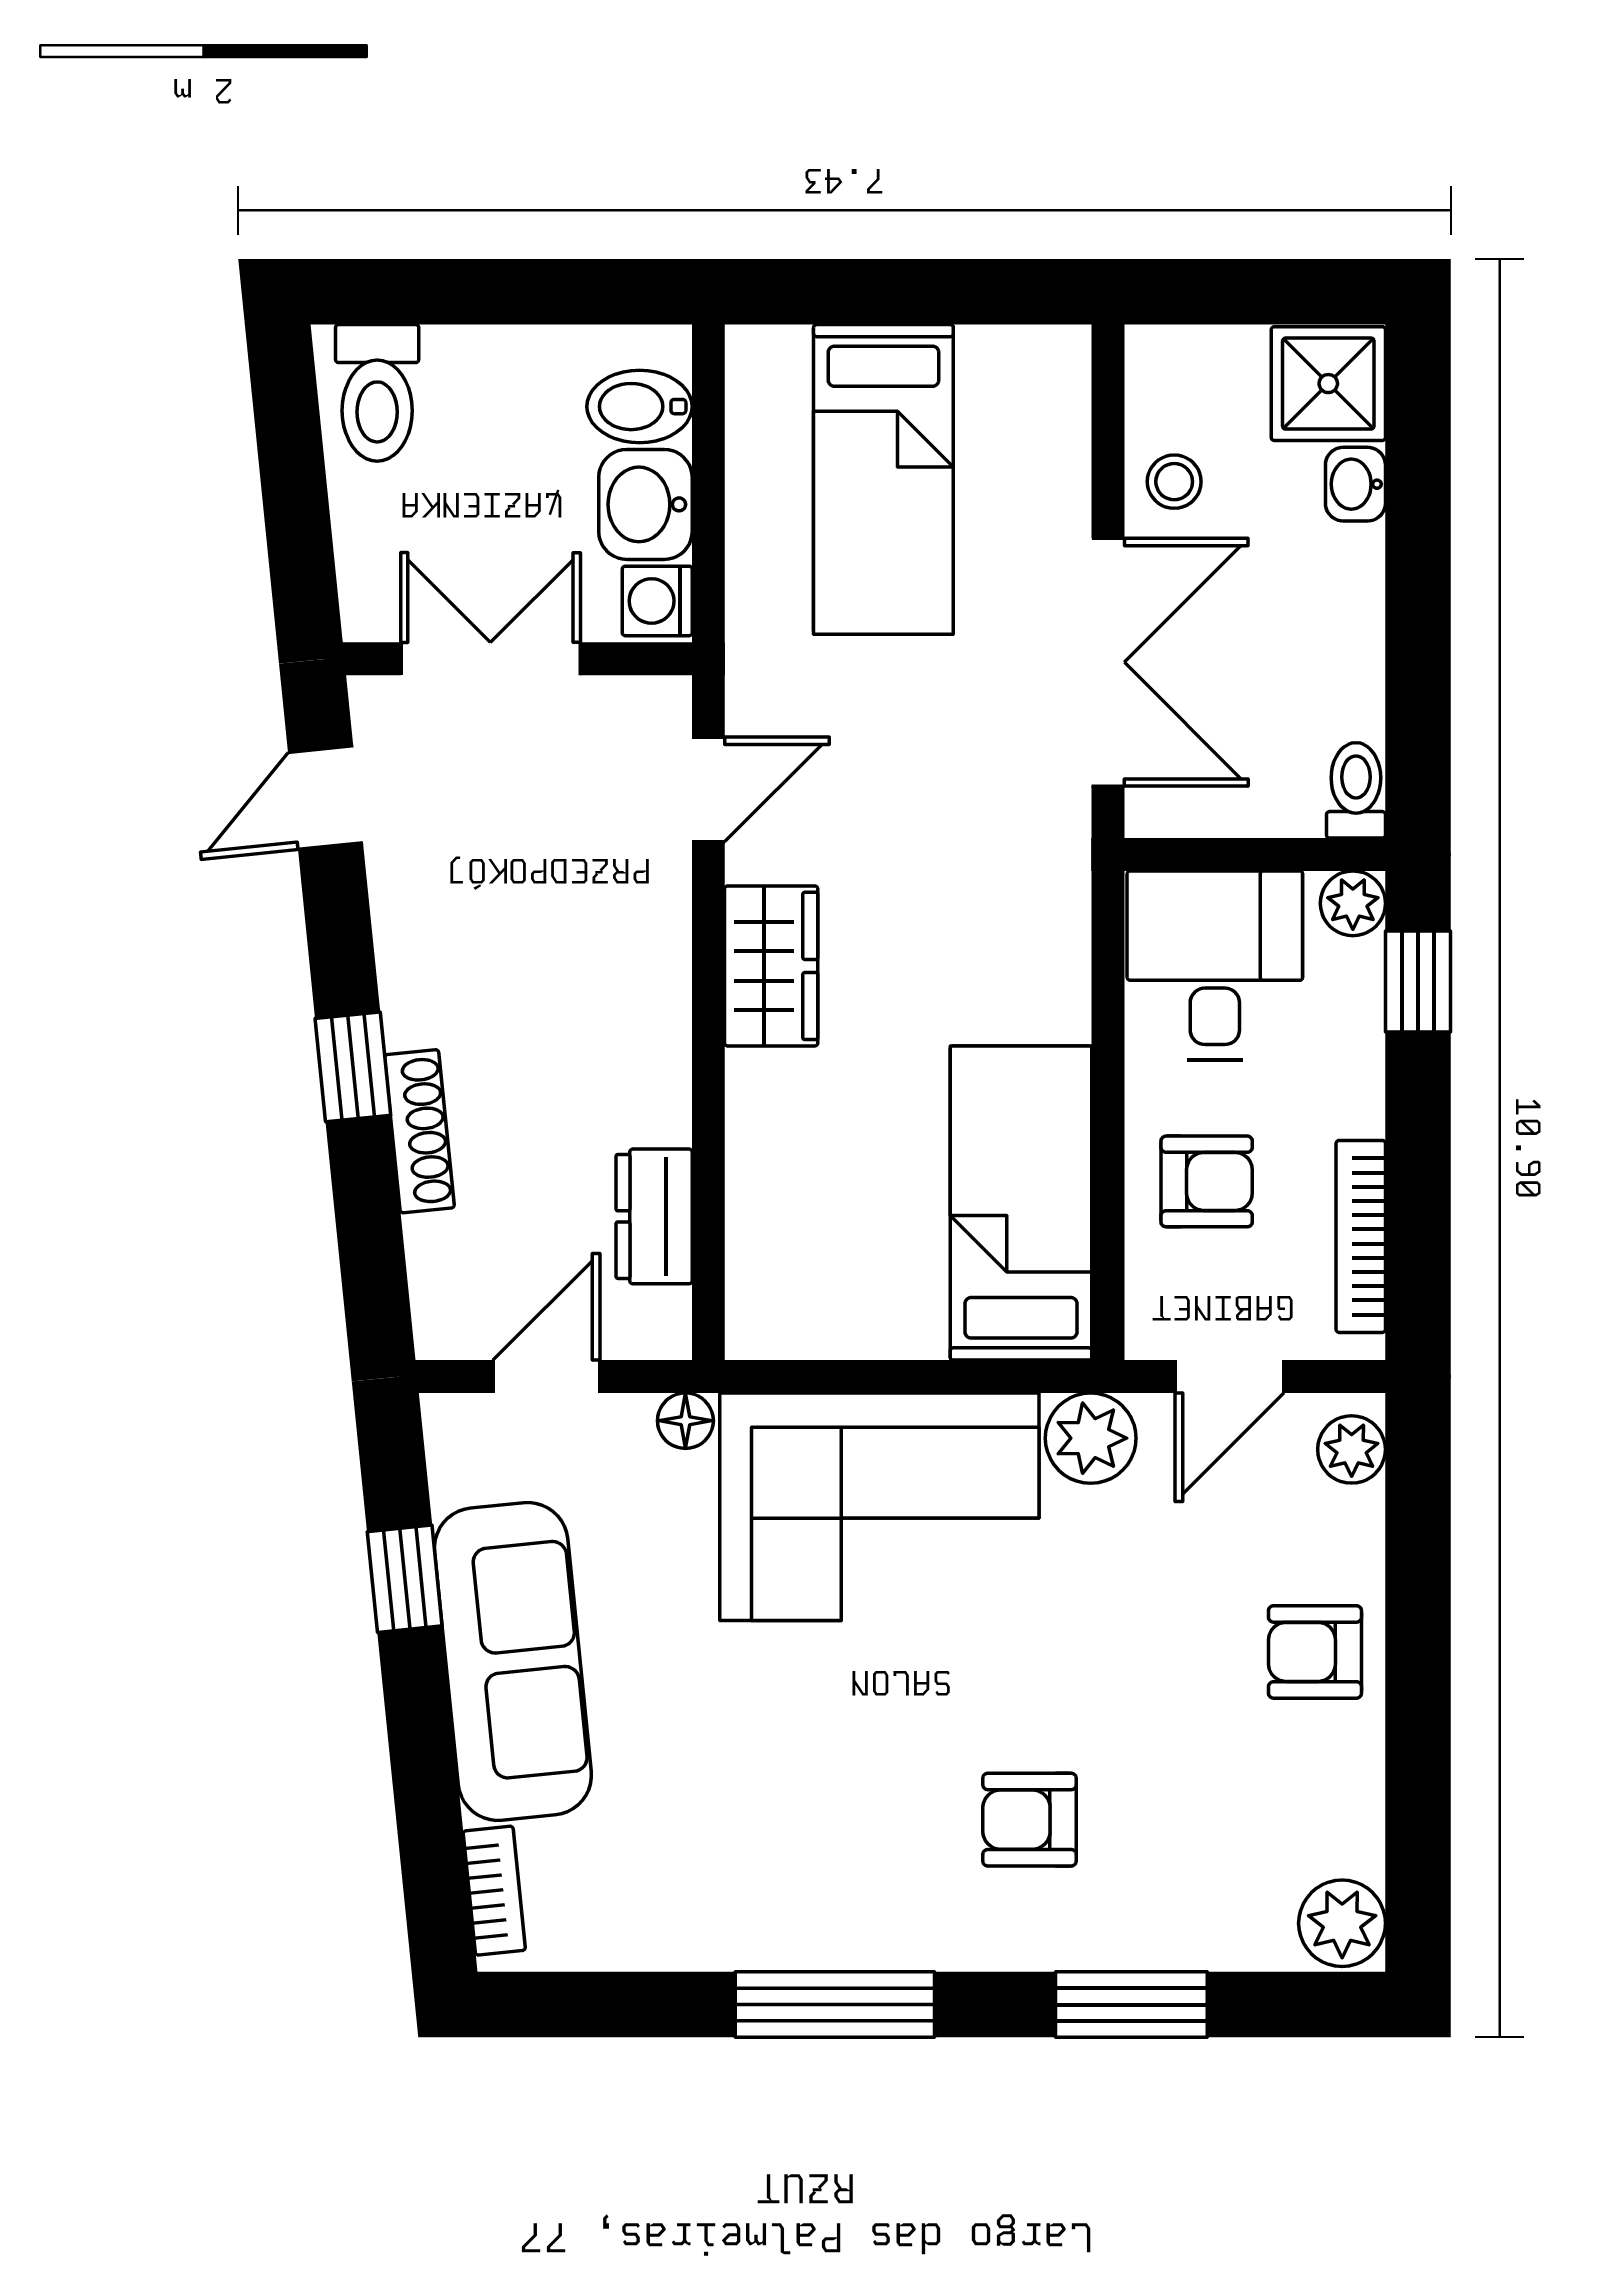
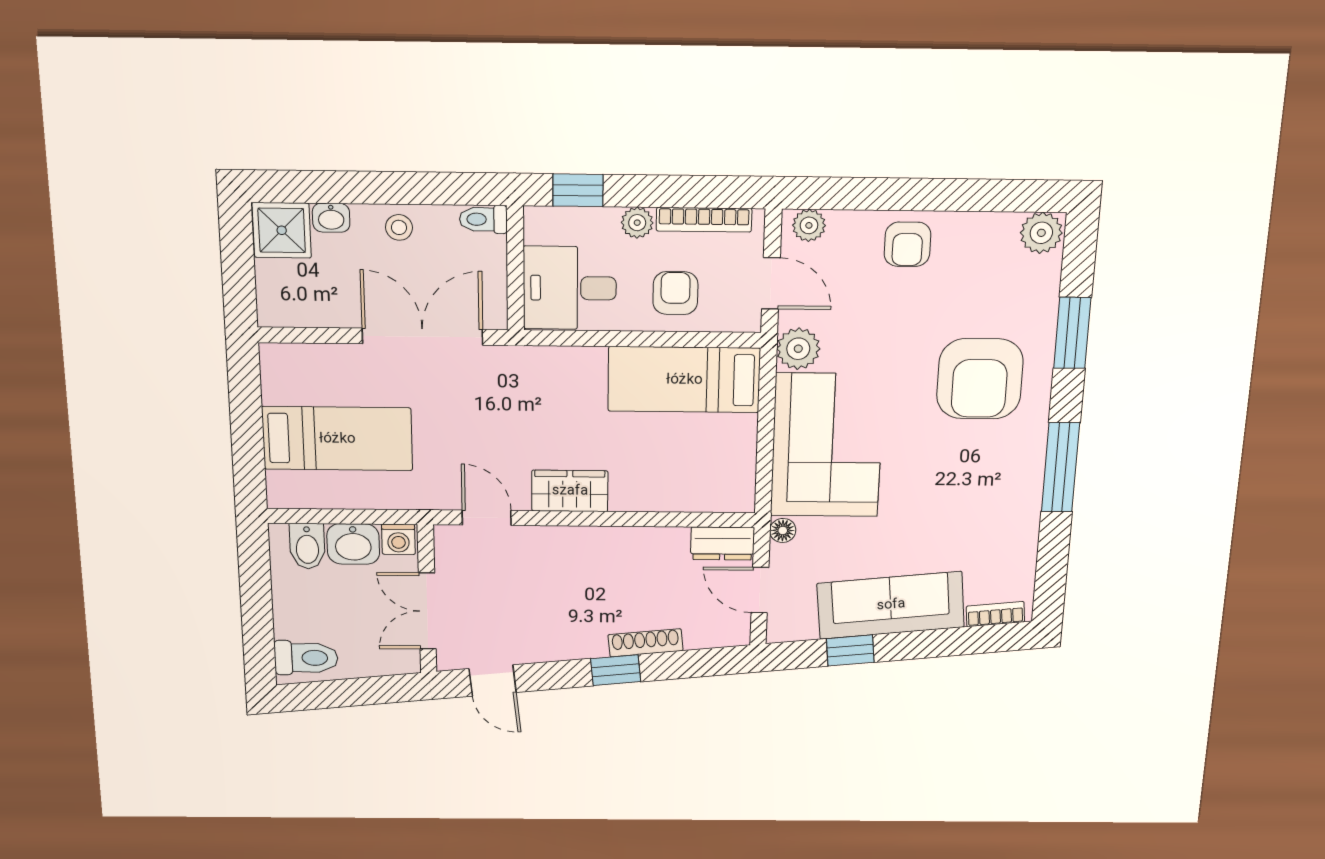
stool: (1174, 482) -> (399, 227), moved
plant: (1353, 903) -> (637, 223), moved
dresser: (654, 1216) -> (722, 544), moved
armchair: (1030, 1820) -> (980, 379), width x1.88, depth x1.88

